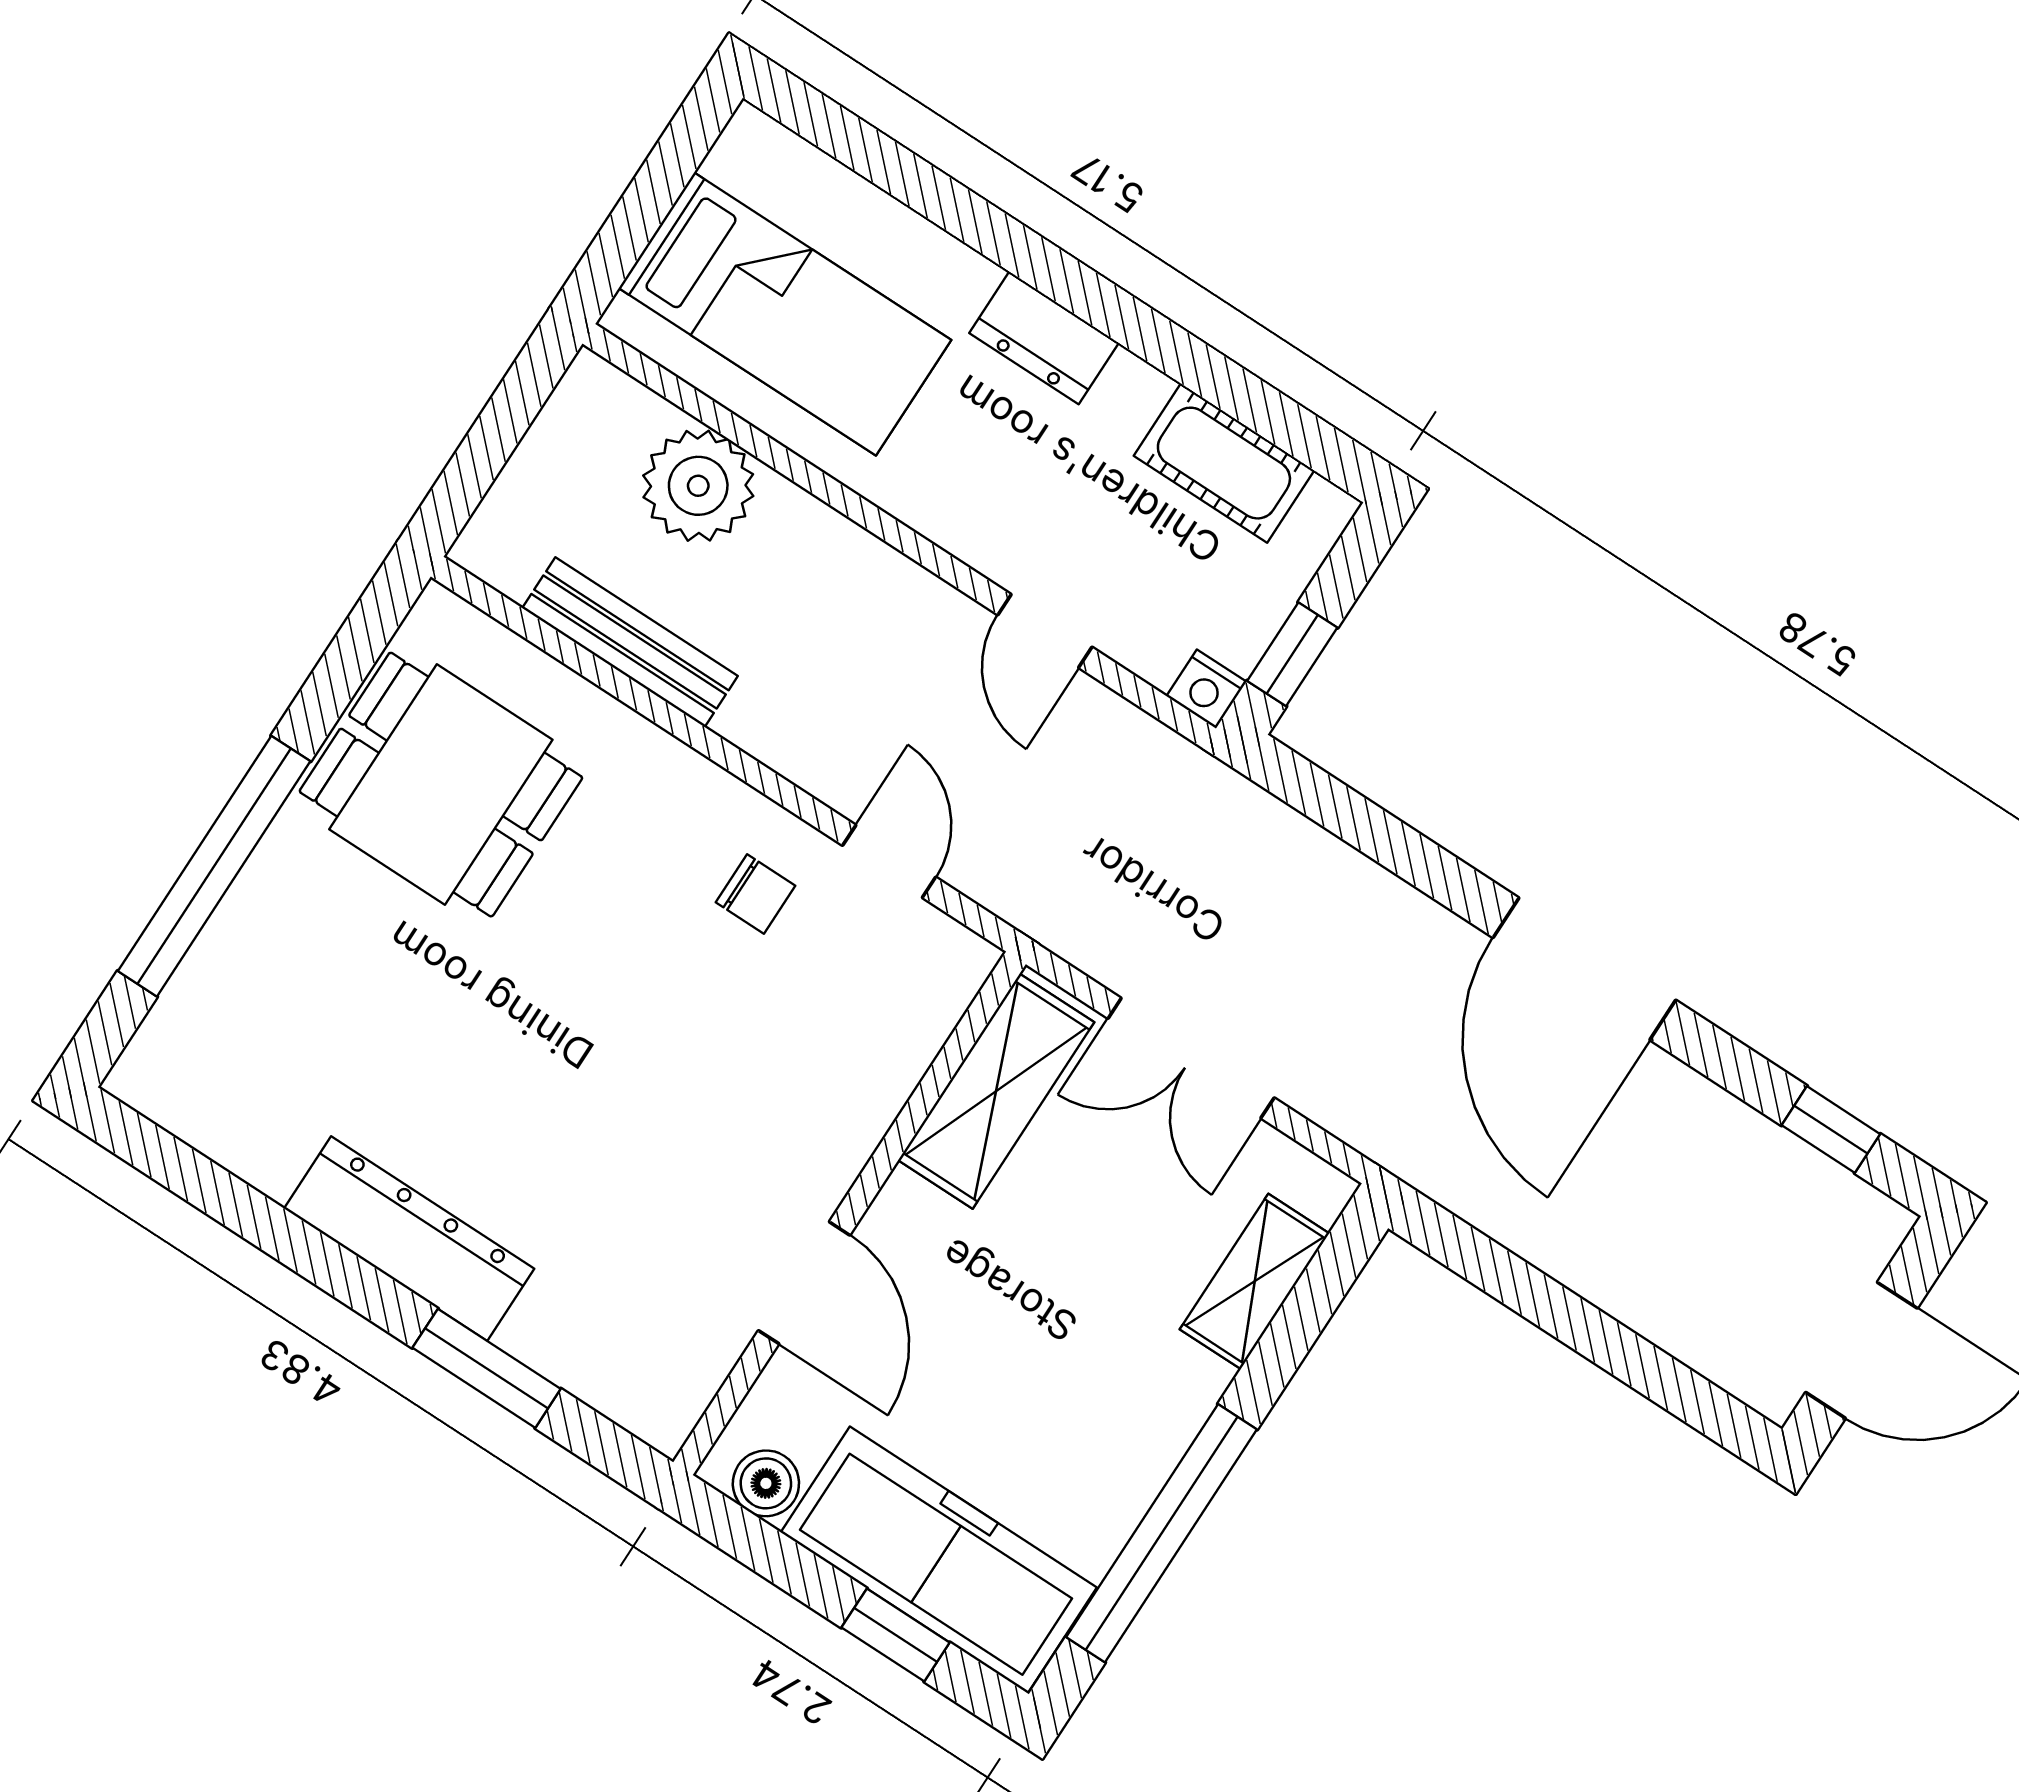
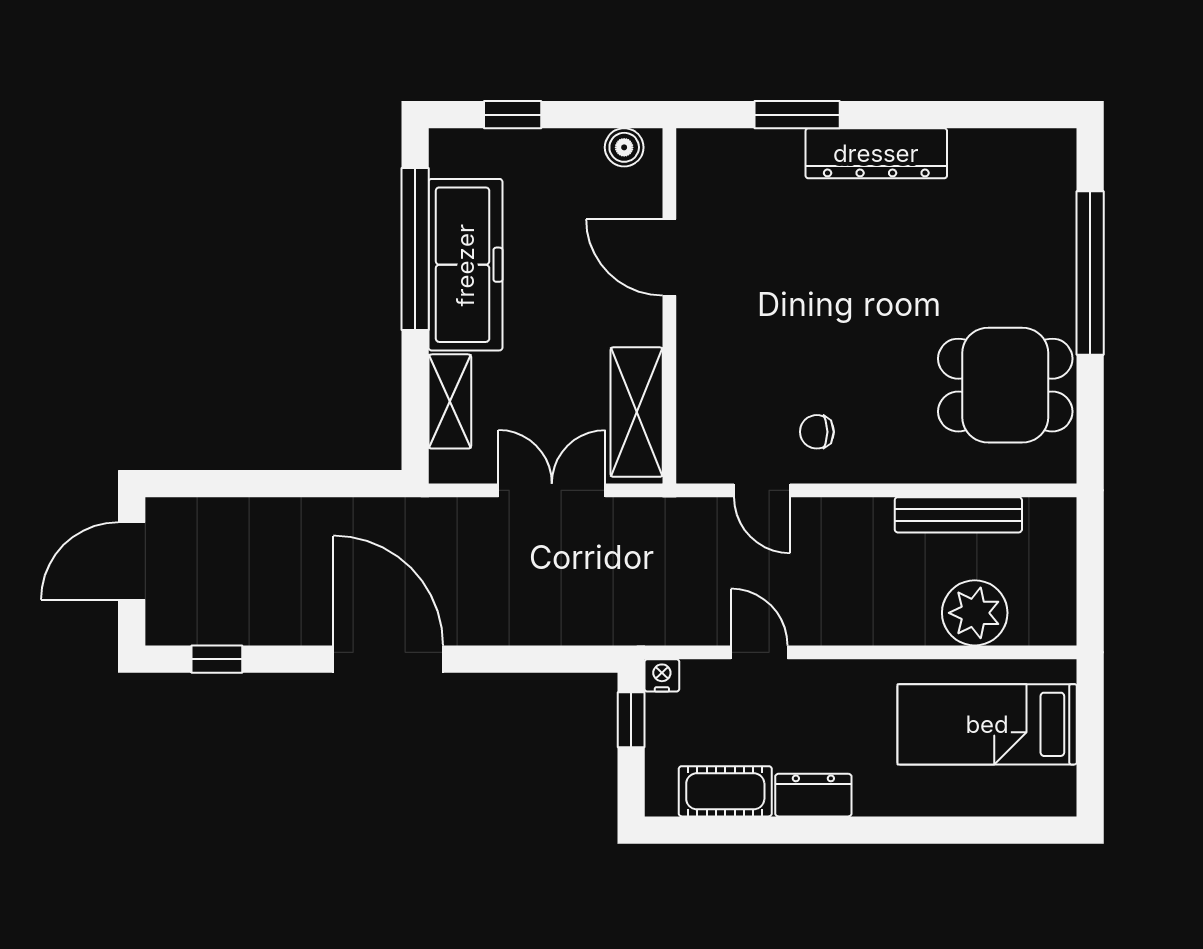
dresser: (1044, 338) -> (813, 795), moved
freezer: (939, 1560) -> (465, 265), moved, turned -90

